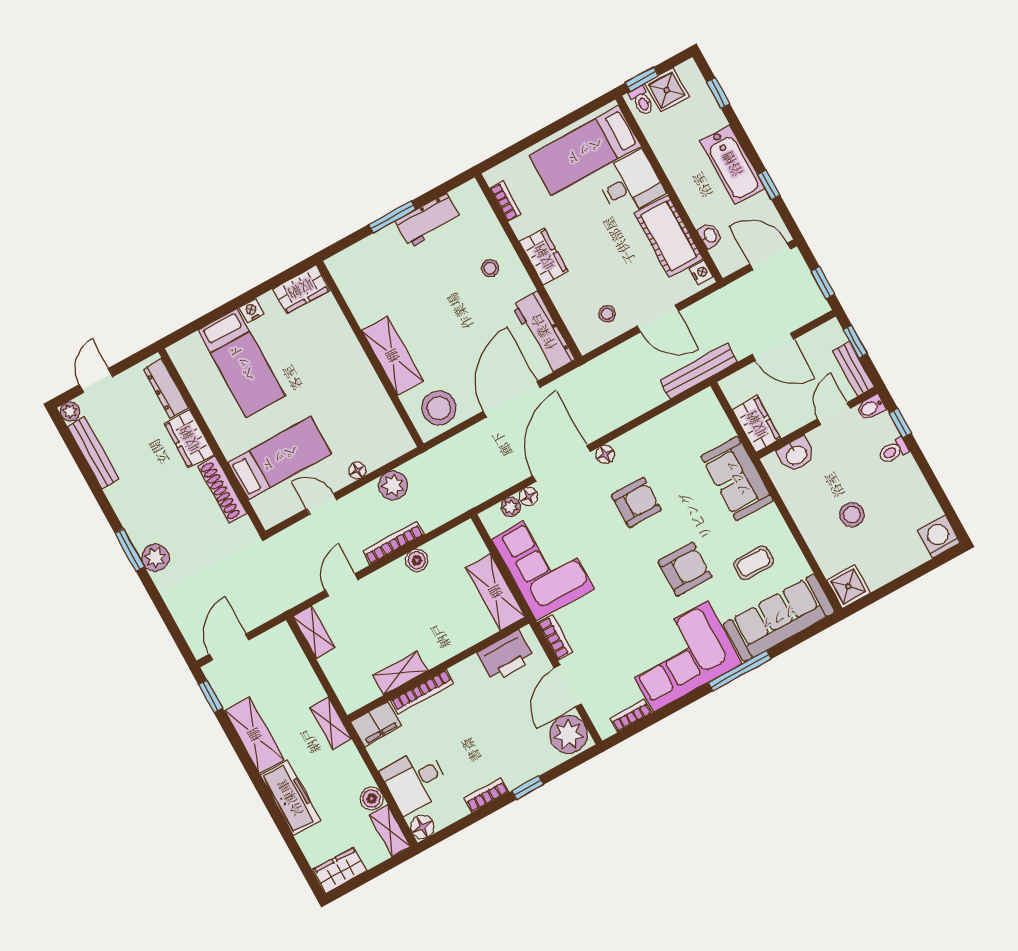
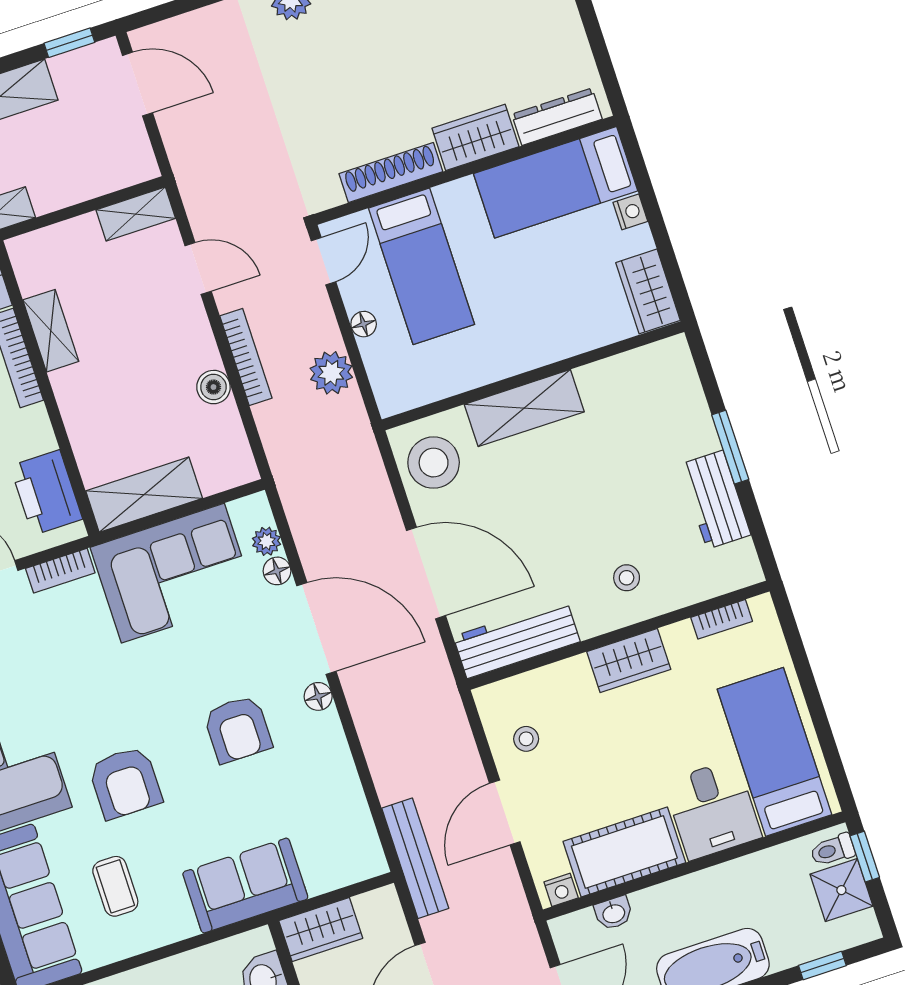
dresser: (166, 388) -> (557, 117), moved
wardrobe: (189, 439) -> (475, 137), moved
wall: (212, 441) -> (465, 170), moved
bed: (280, 458) -> (421, 266), moved
shoe rack: (223, 490) -> (391, 173), moved

